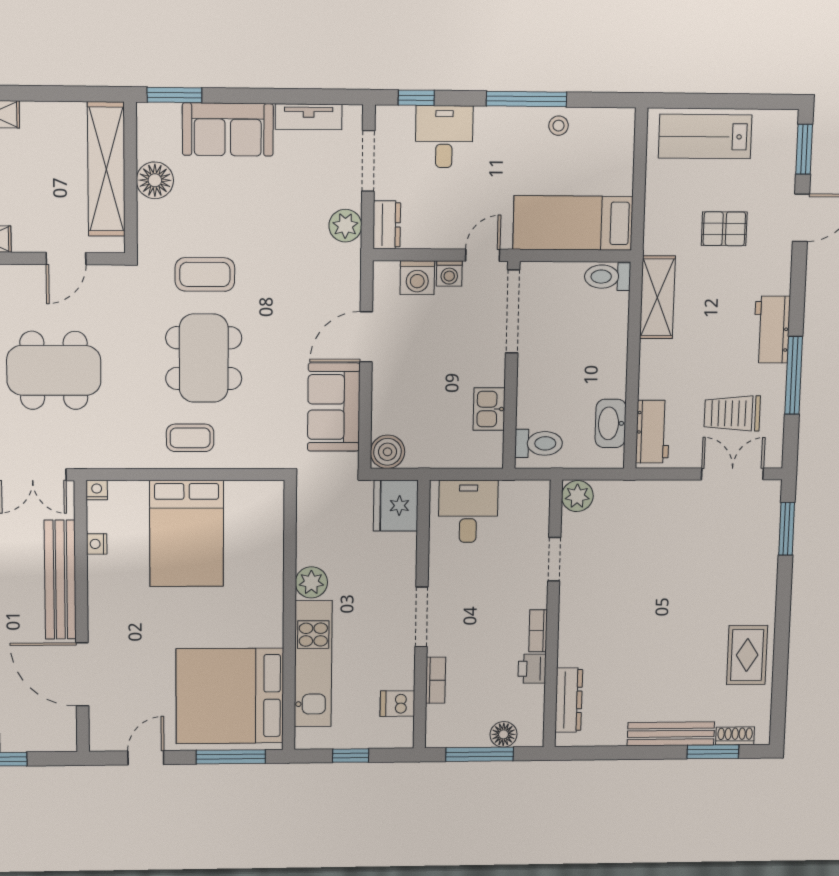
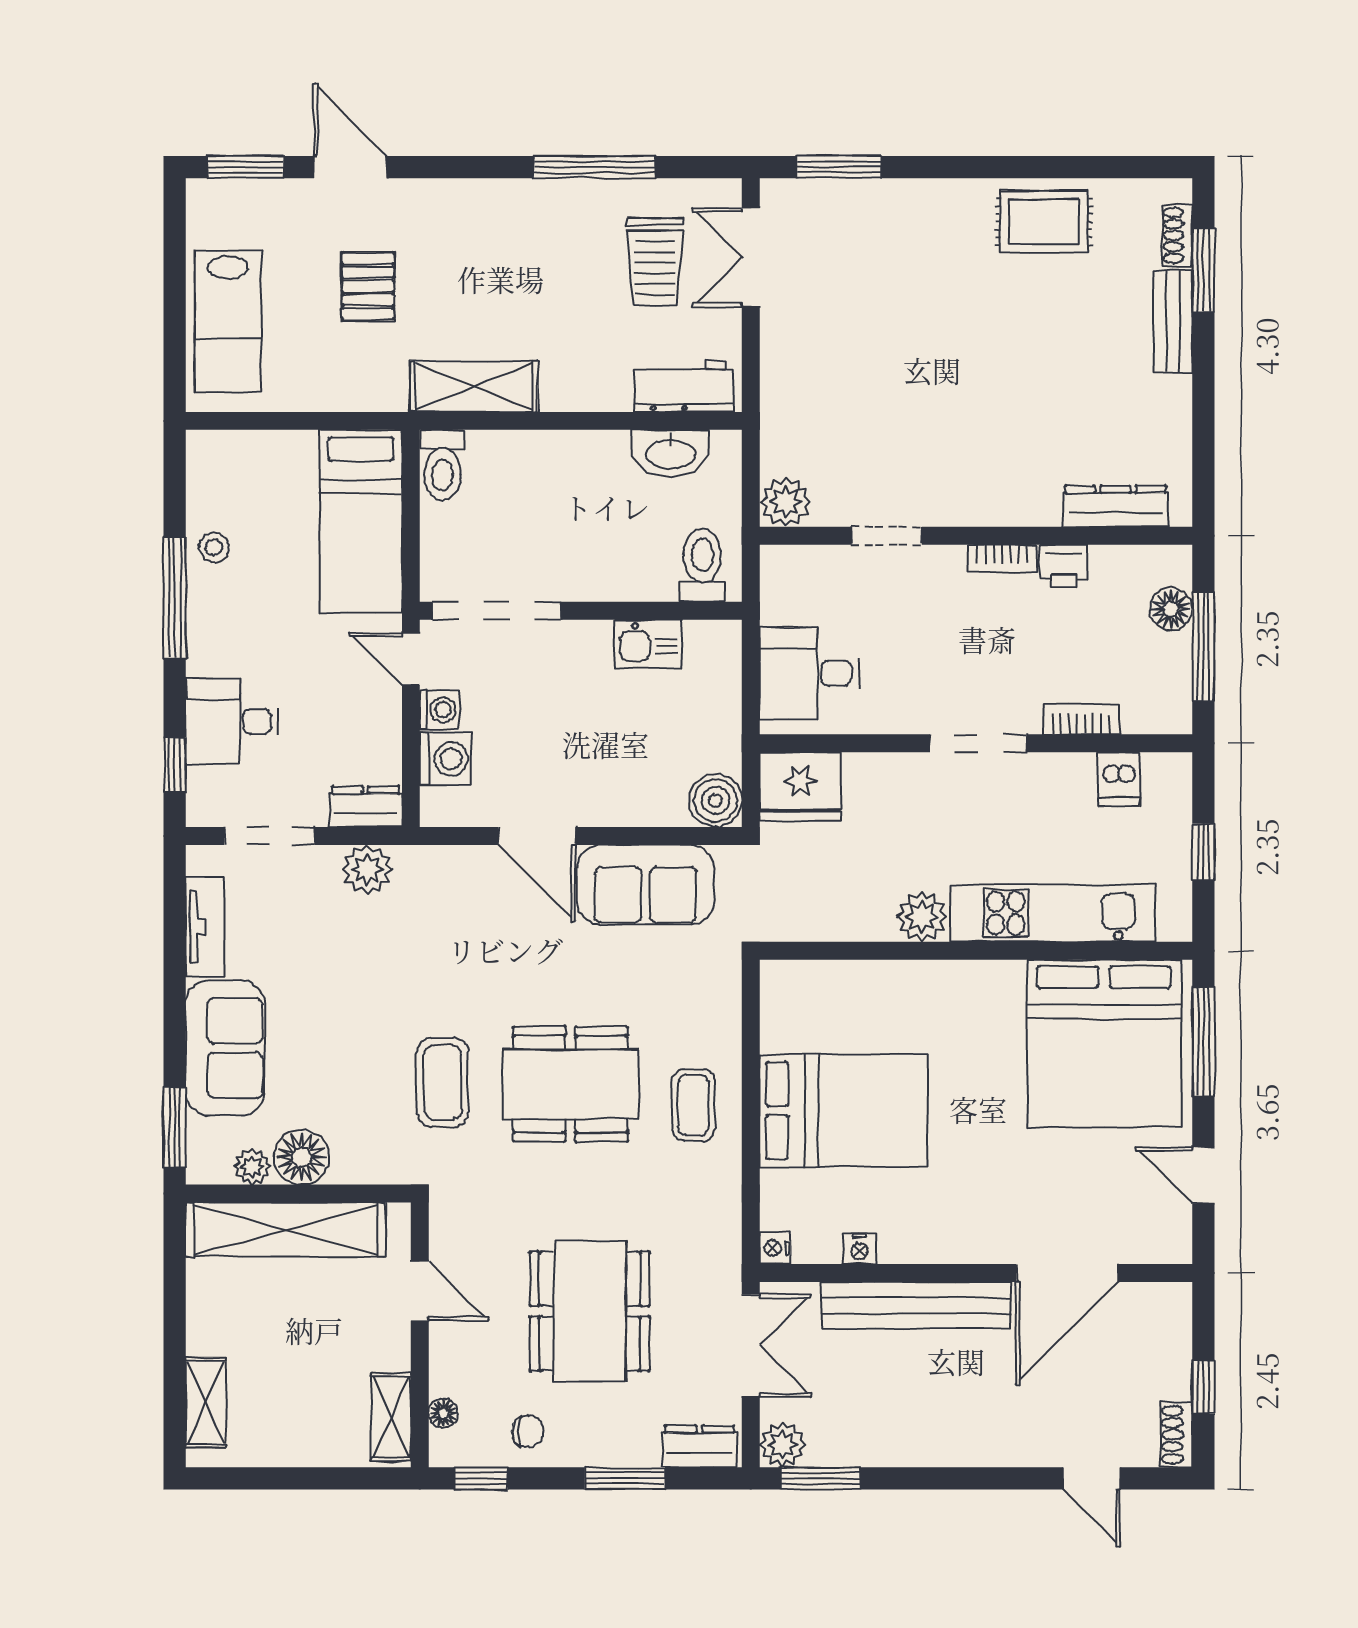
plant: (148, 147) -> (252, 1167), added
workbench: (772, 330) -> (523, 205), removed
bench: (671, 734) -> (1173, 321), width x0.73

